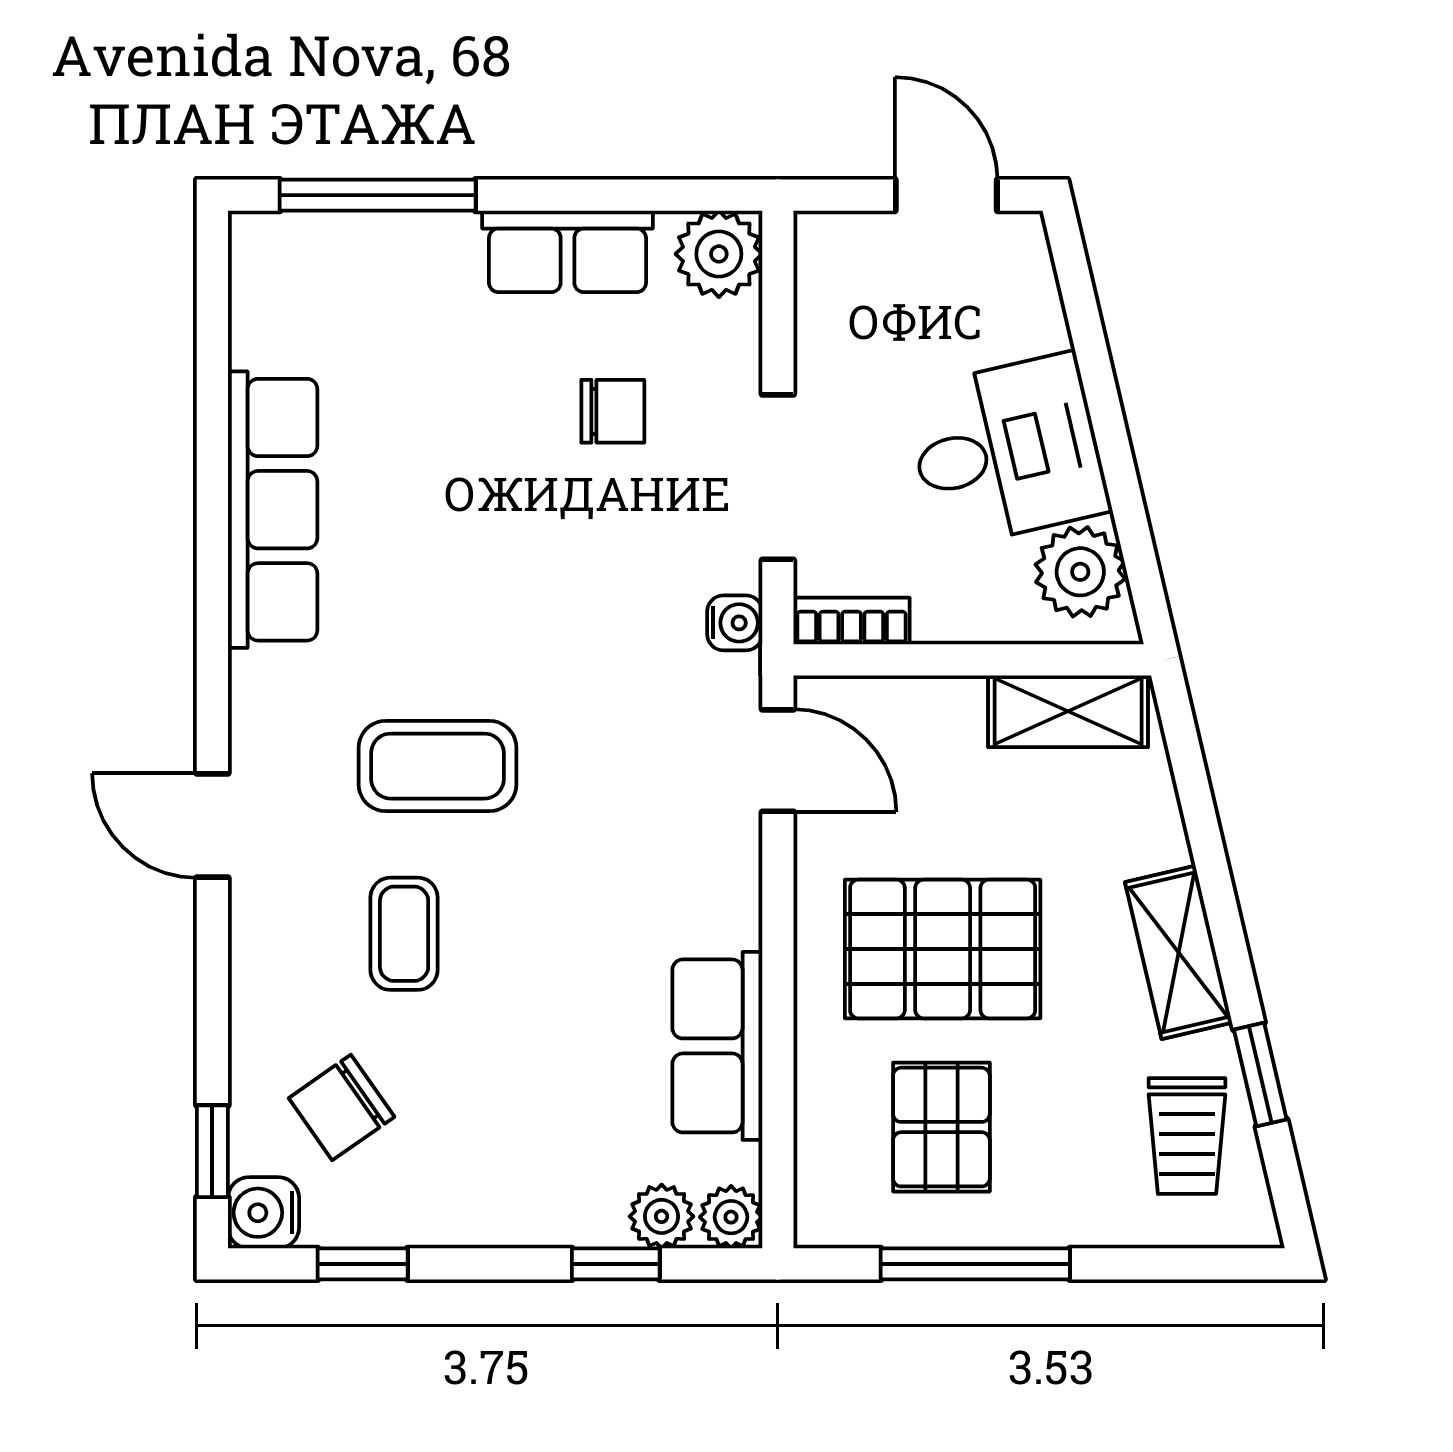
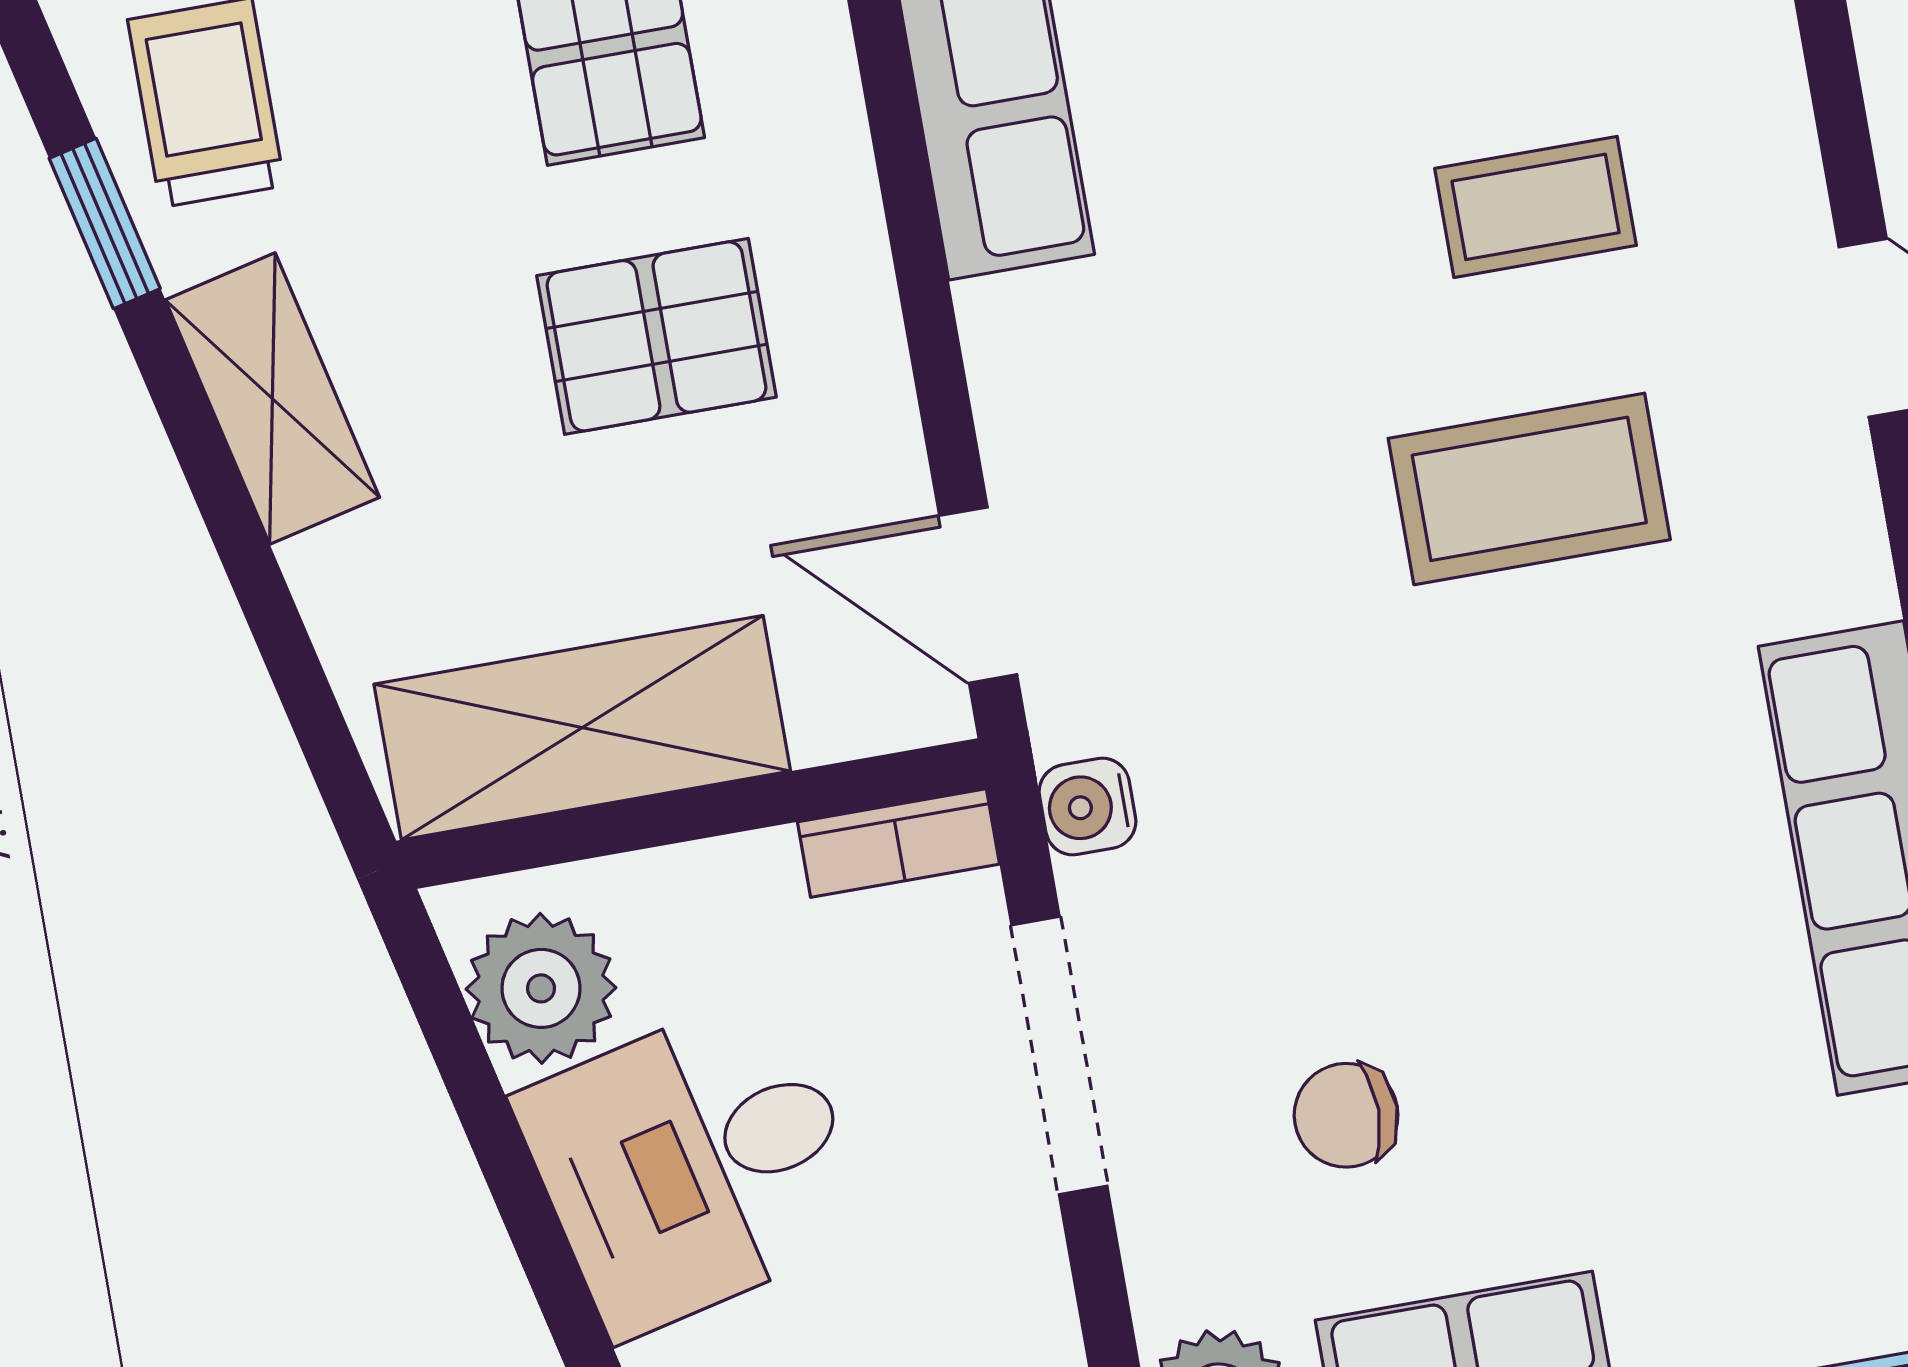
shelving: (1068, 711) -> (582, 728), width x1.50, depth x1.33
coffee table: (404, 934) -> (1536, 207), turned 90
pallet: (943, 949) -> (656, 336), width x0.67, depth x0.71

